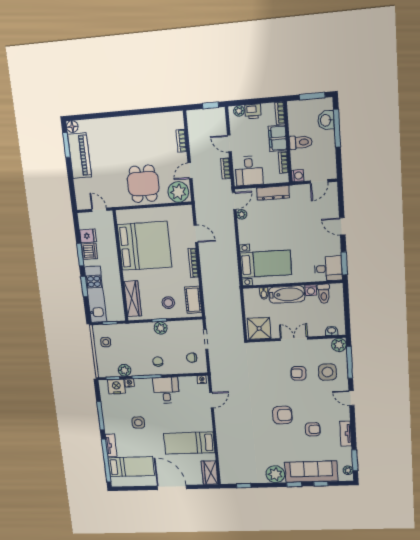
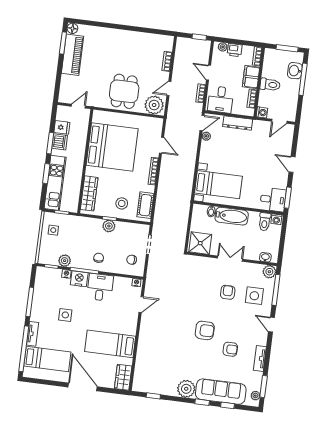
door: (99, 210) -> (78, 106), hinge flipped
washing machine: (311, 290) -> (276, 219), moved
armchair: (298, 373) -> (228, 292), turned 85
nightstand: (116, 387) -> (79, 279), moved

